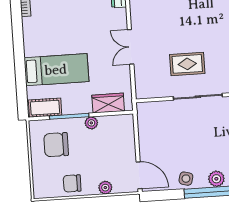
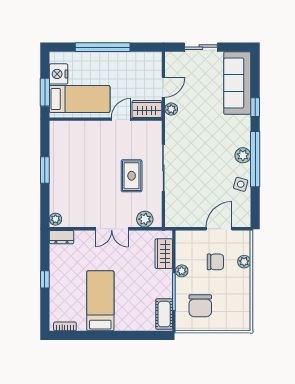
bed: (56, 70) -> (100, 301), moved
plant: (143, 81) -> (145, 219), added
door: (139, 175) -> (219, 229), moved
chair: (72, 183) -> (215, 262), moved, turned -90

